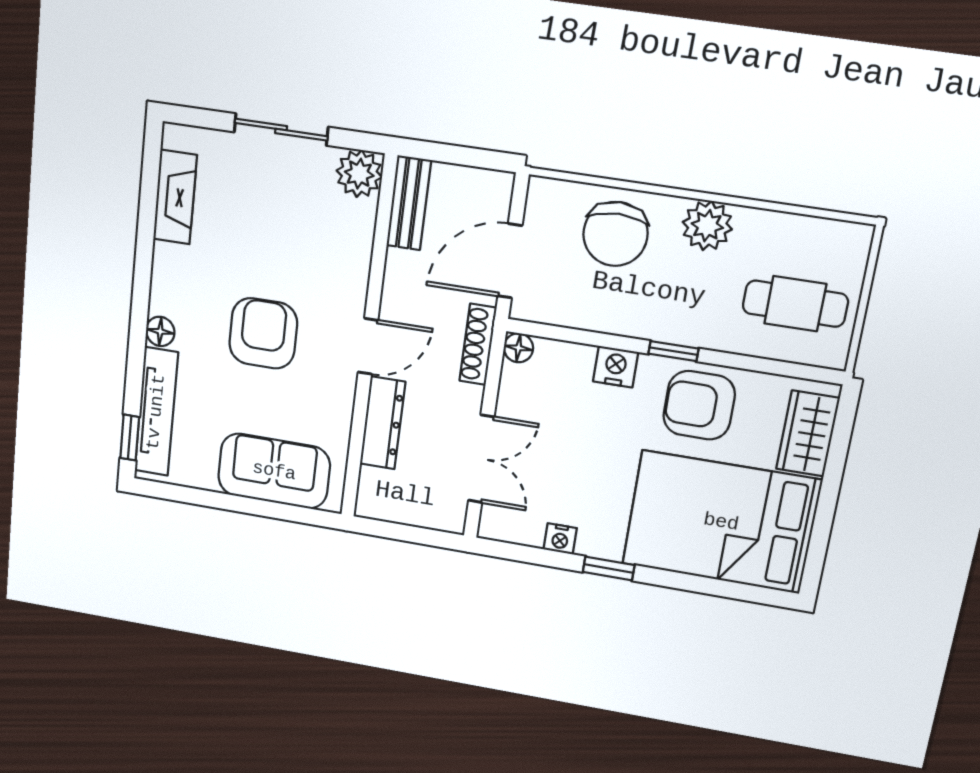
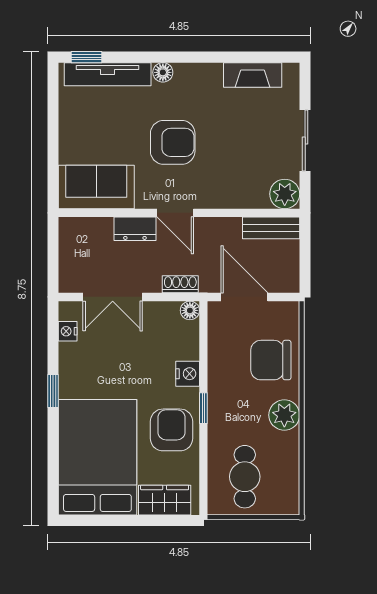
shoe rack: (478, 344) -> (180, 284), width x0.70
dresser: (383, 423) -> (135, 229), width x0.70
sofa: (274, 471) -> (96, 187), moved, turned -90
nightstand: (560, 539) -> (68, 331), moved

